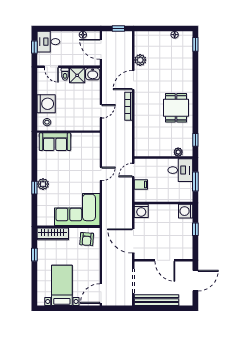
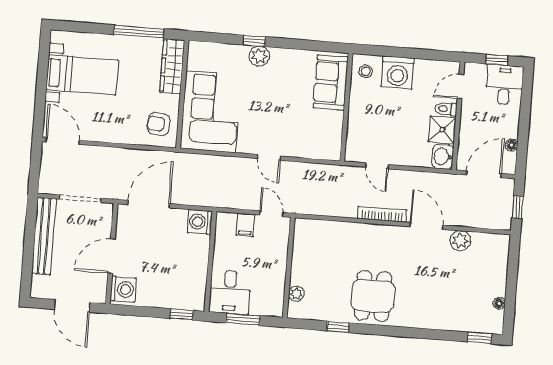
dining table: (176, 108) -> (373, 296), turned 90
window: (195, 140) -> (338, 327), moved
desk: (180, 170) -> (230, 292), moved
washing machine: (186, 211) -> (123, 289), moved, turned 90
window: (195, 229) -> (182, 314), moved
window: (34, 255) -> (139, 32), width x2.17

